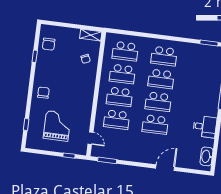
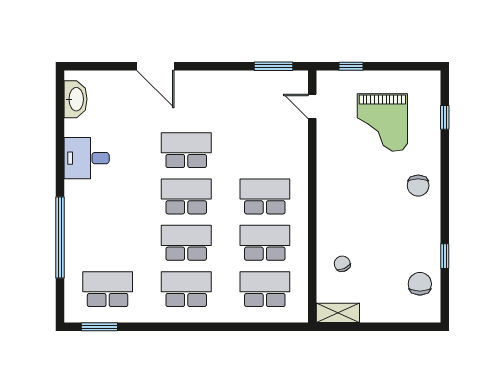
school desk: (117, 120) -> (108, 289), moved
door: (165, 168) -> (155, 66), hinge flipped

